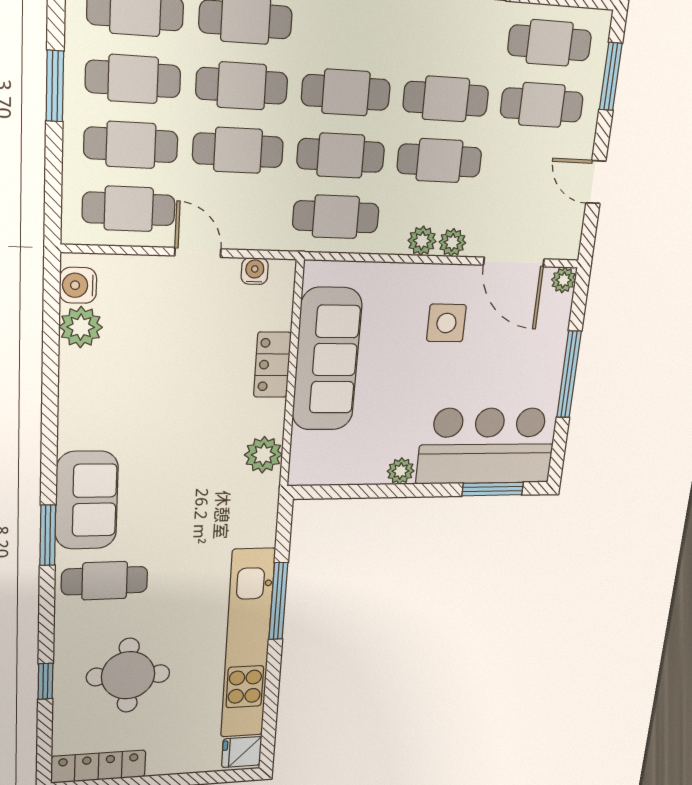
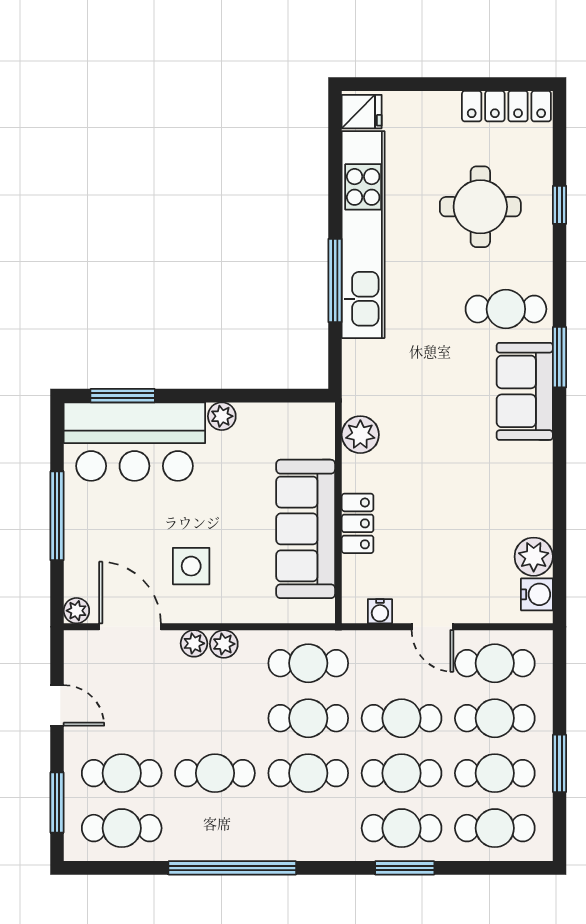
cafe table: (439, 161) -> (215, 718), removed

